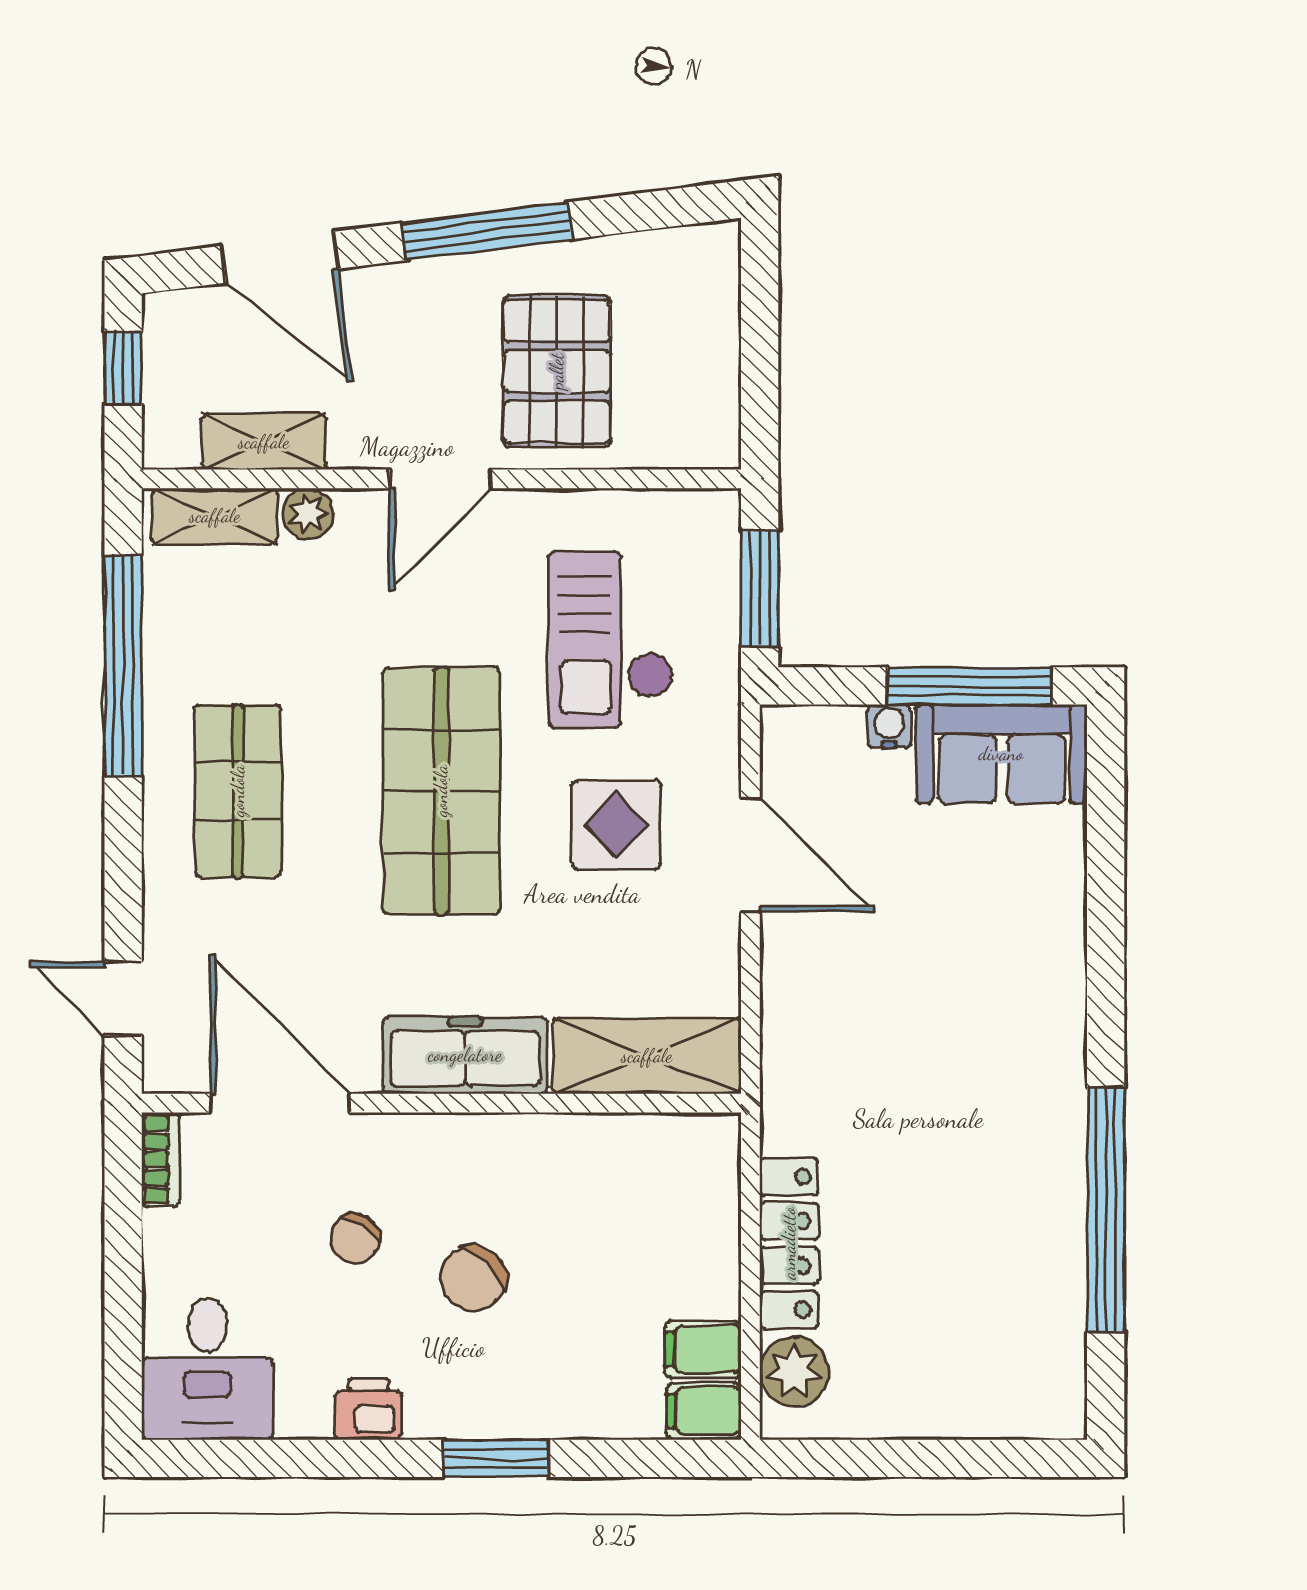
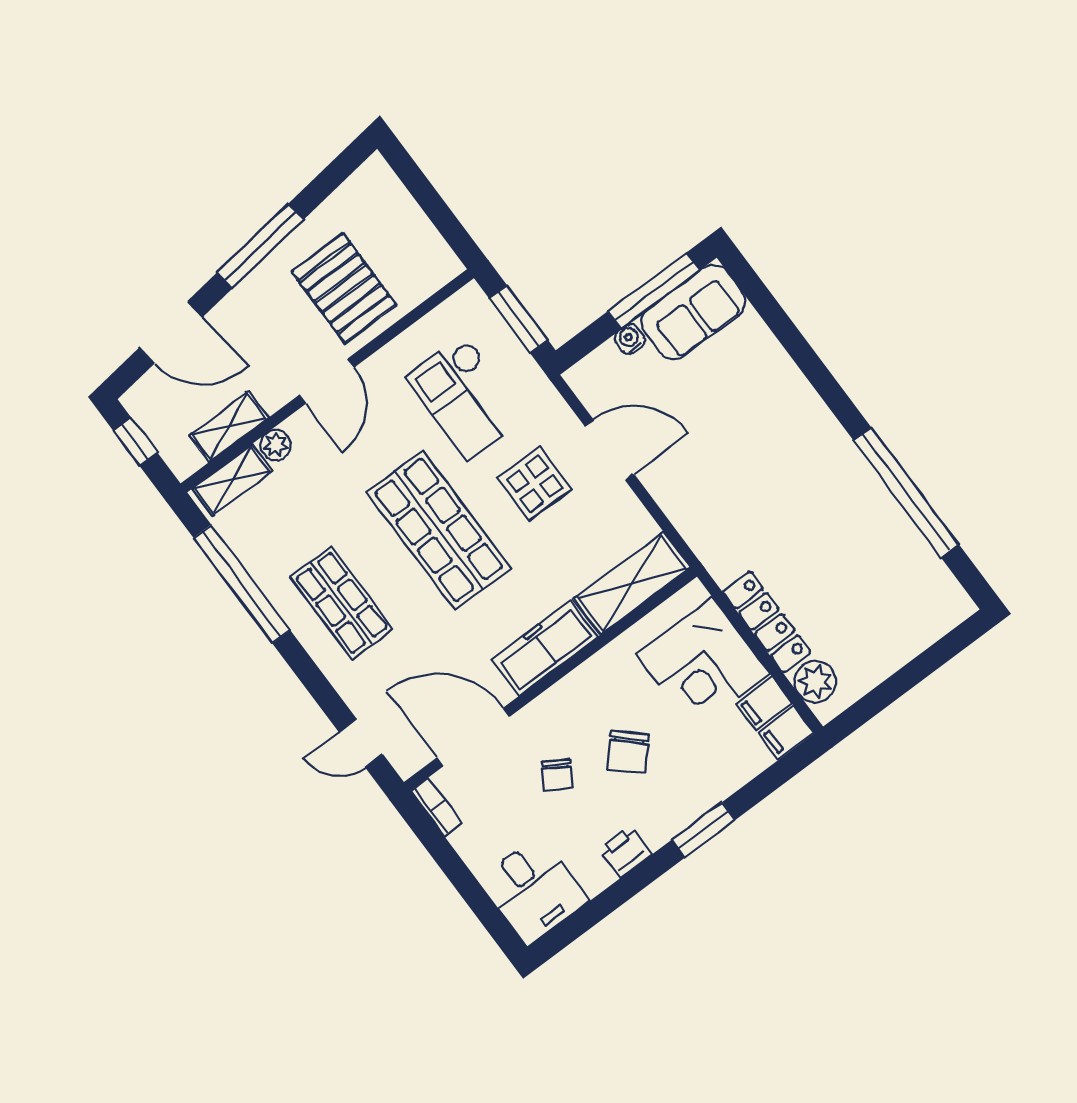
corner desk: (661, 1235) -> (703, 664), added

